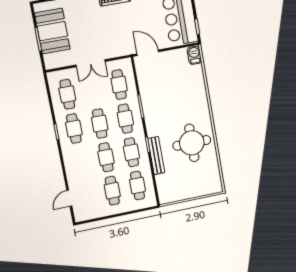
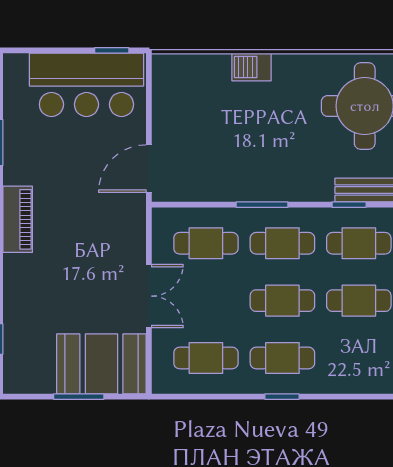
booth: (52, 31) -> (101, 364), moved
barbecue: (194, 55) -> (252, 67), moved

